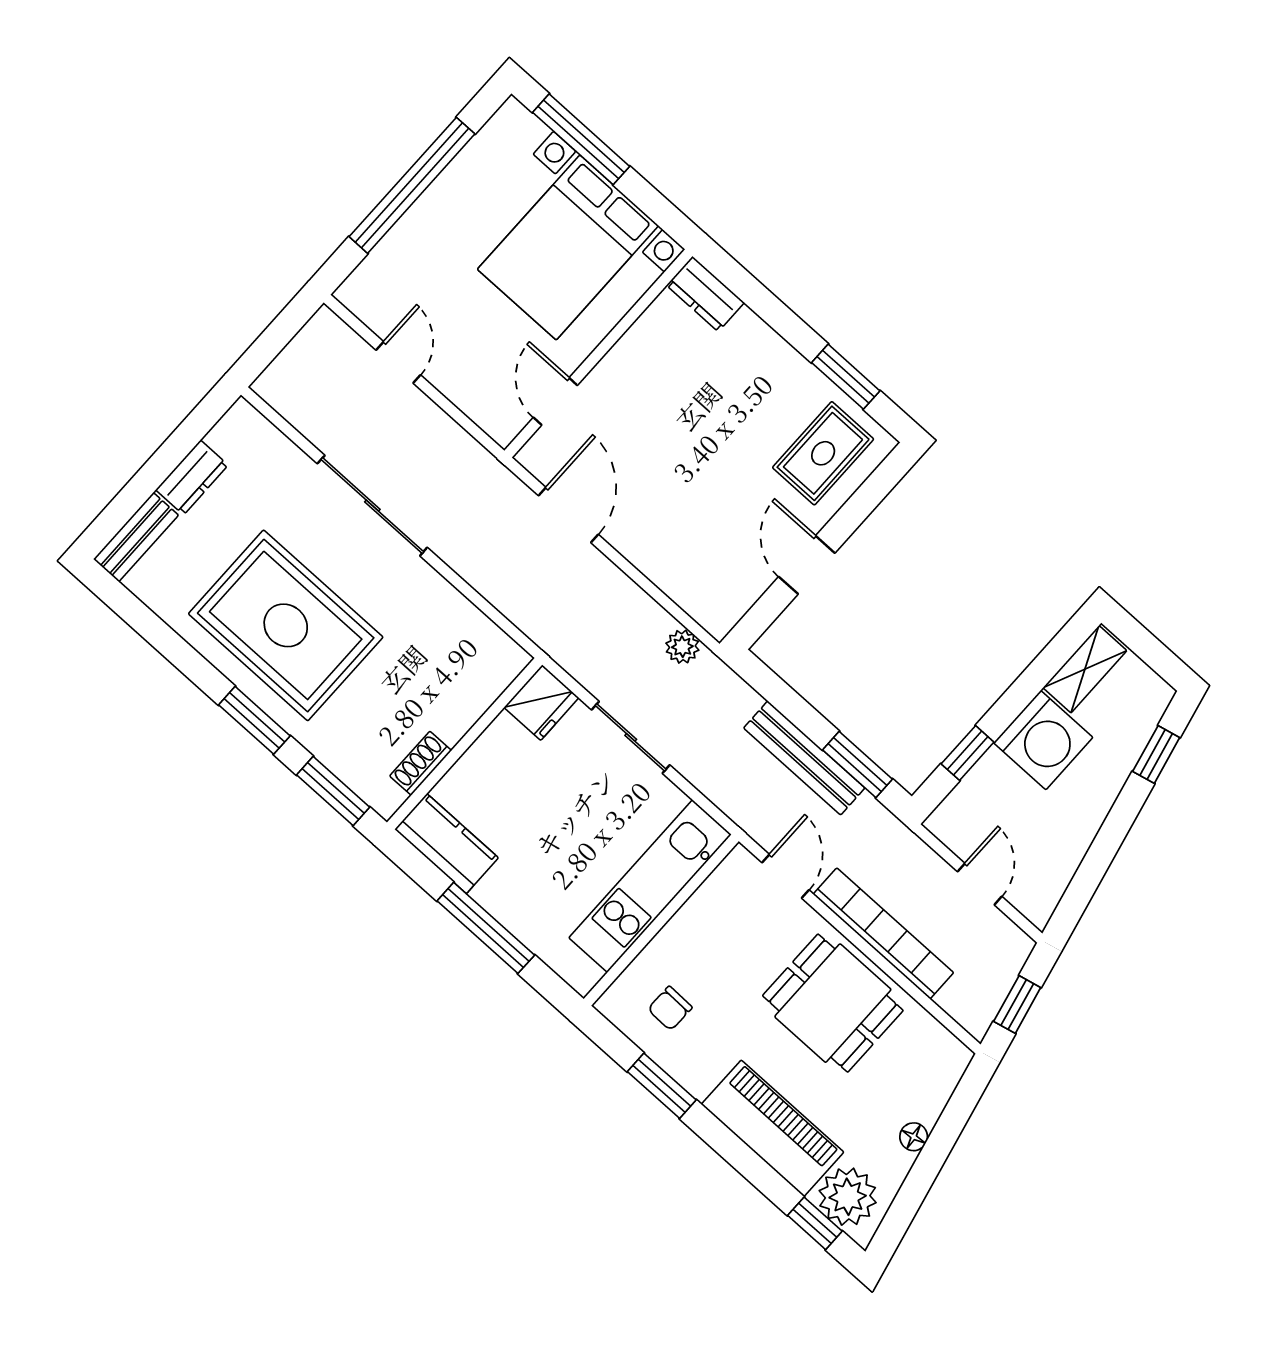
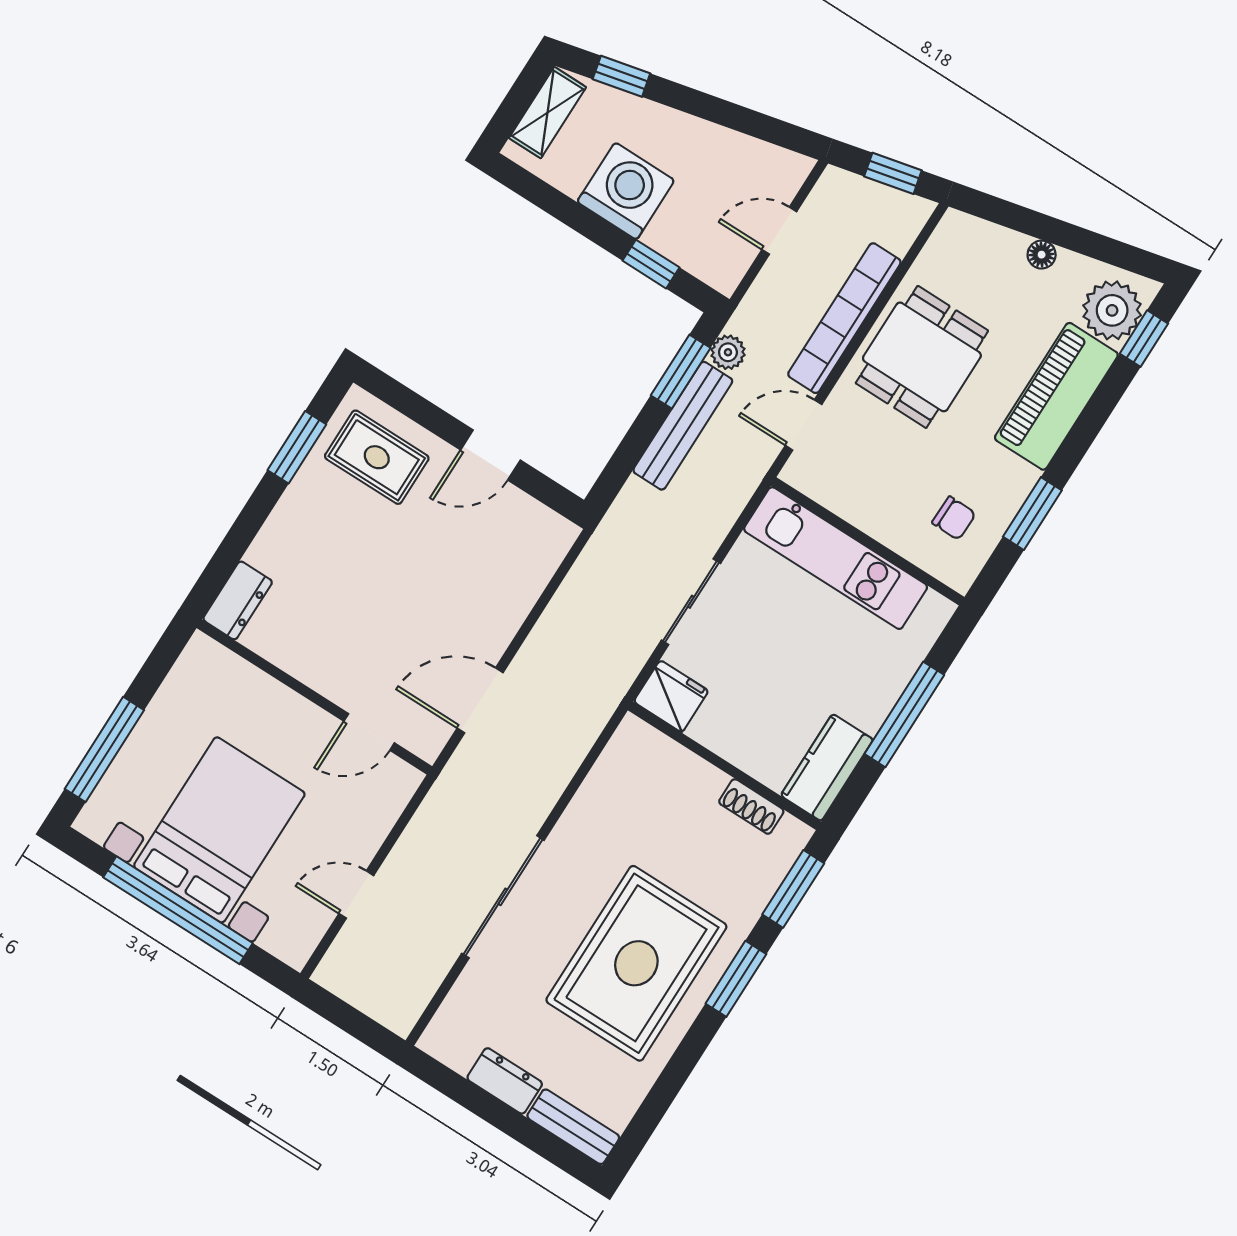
bed with nightstands: (568, 247) -> (219, 830), moved, turned -90
plant: (682, 647) -> (728, 352), moved
shelving: (1085, 669) -> (548, 113), moved, turned 90

